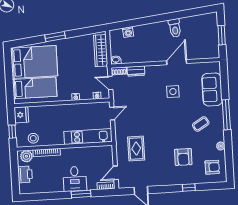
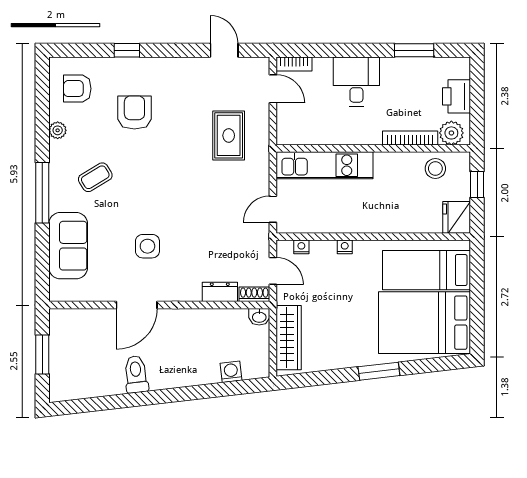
door: (116, 173) -> (273, 89), hinge flipped
window: (81, 194) -> (414, 50), moved

